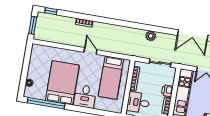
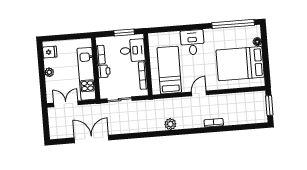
window: (51, 11) -> (253, 126), removed
plant: (151, 36) -> (170, 124), moved
door: (90, 51) -> (199, 93), swing flipped
bed: (62, 83) -> (240, 64), moved, turned 90

